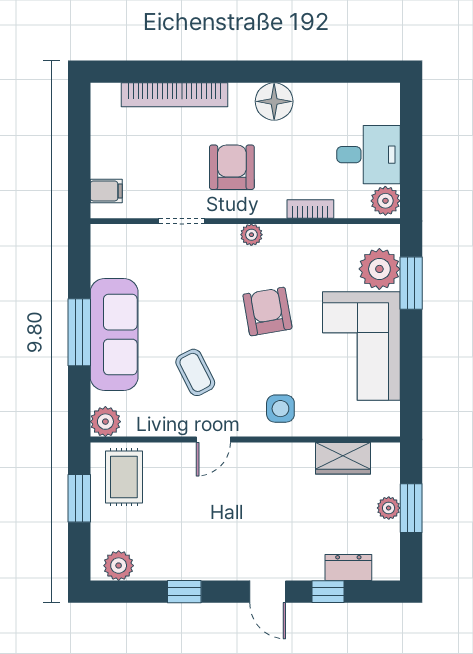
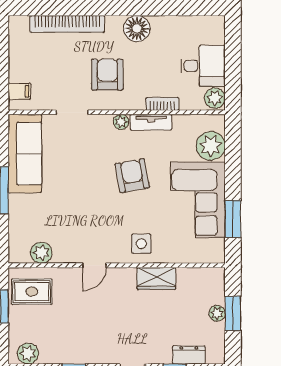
tv unit: (294, 235) -> (151, 122), added
window: (411, 283) -> (233, 219), moved
sofa: (114, 335) -> (25, 154), moved
coffee table: (195, 372) -> (82, 218), removed
plant: (105, 422) -> (41, 253), moved
wardrobe: (343, 458) -> (156, 278), moved
rug: (124, 477) -> (32, 292), turned 90

